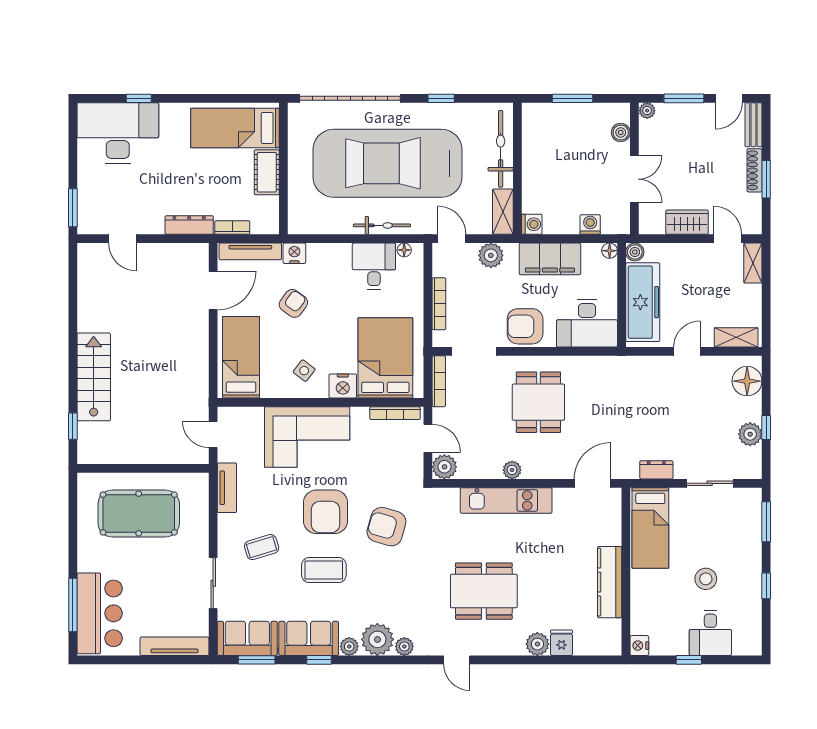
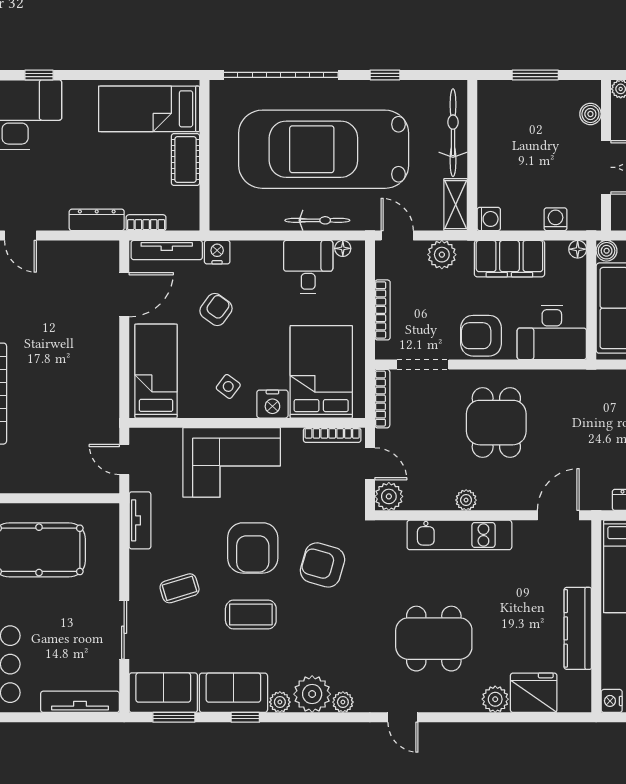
fridge: (562, 643) -> (534, 693), width x1.88, depth x1.34

